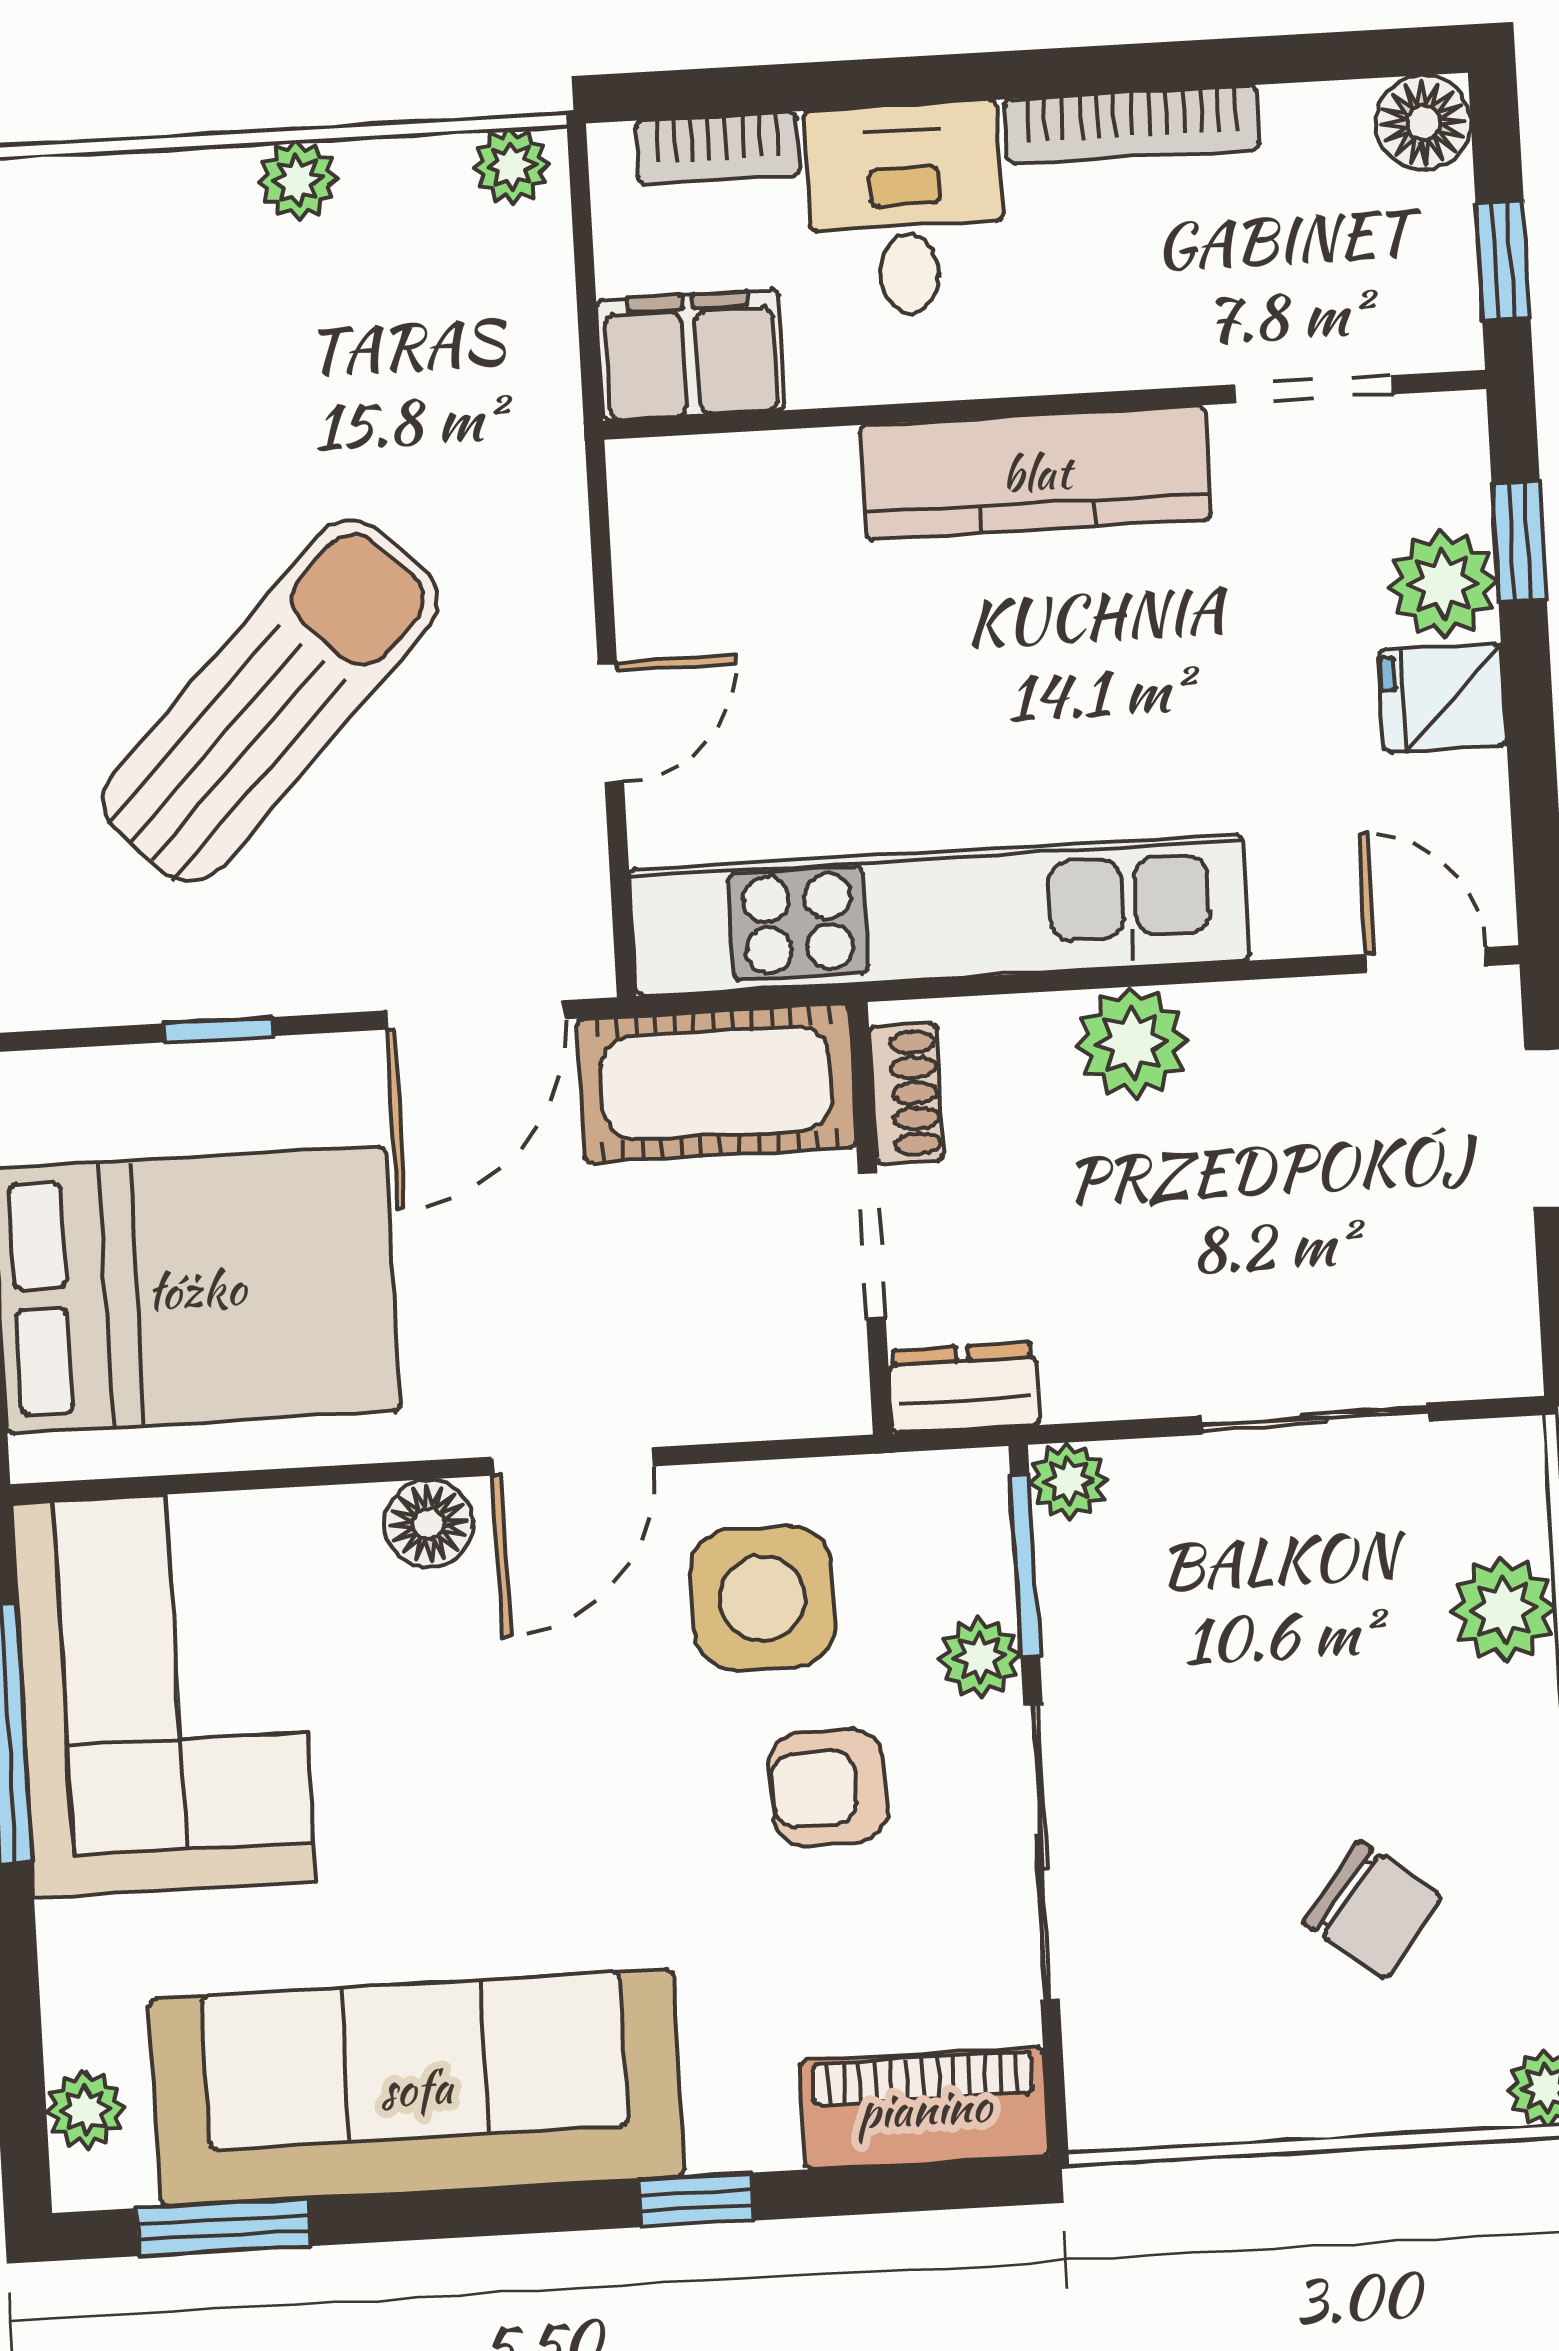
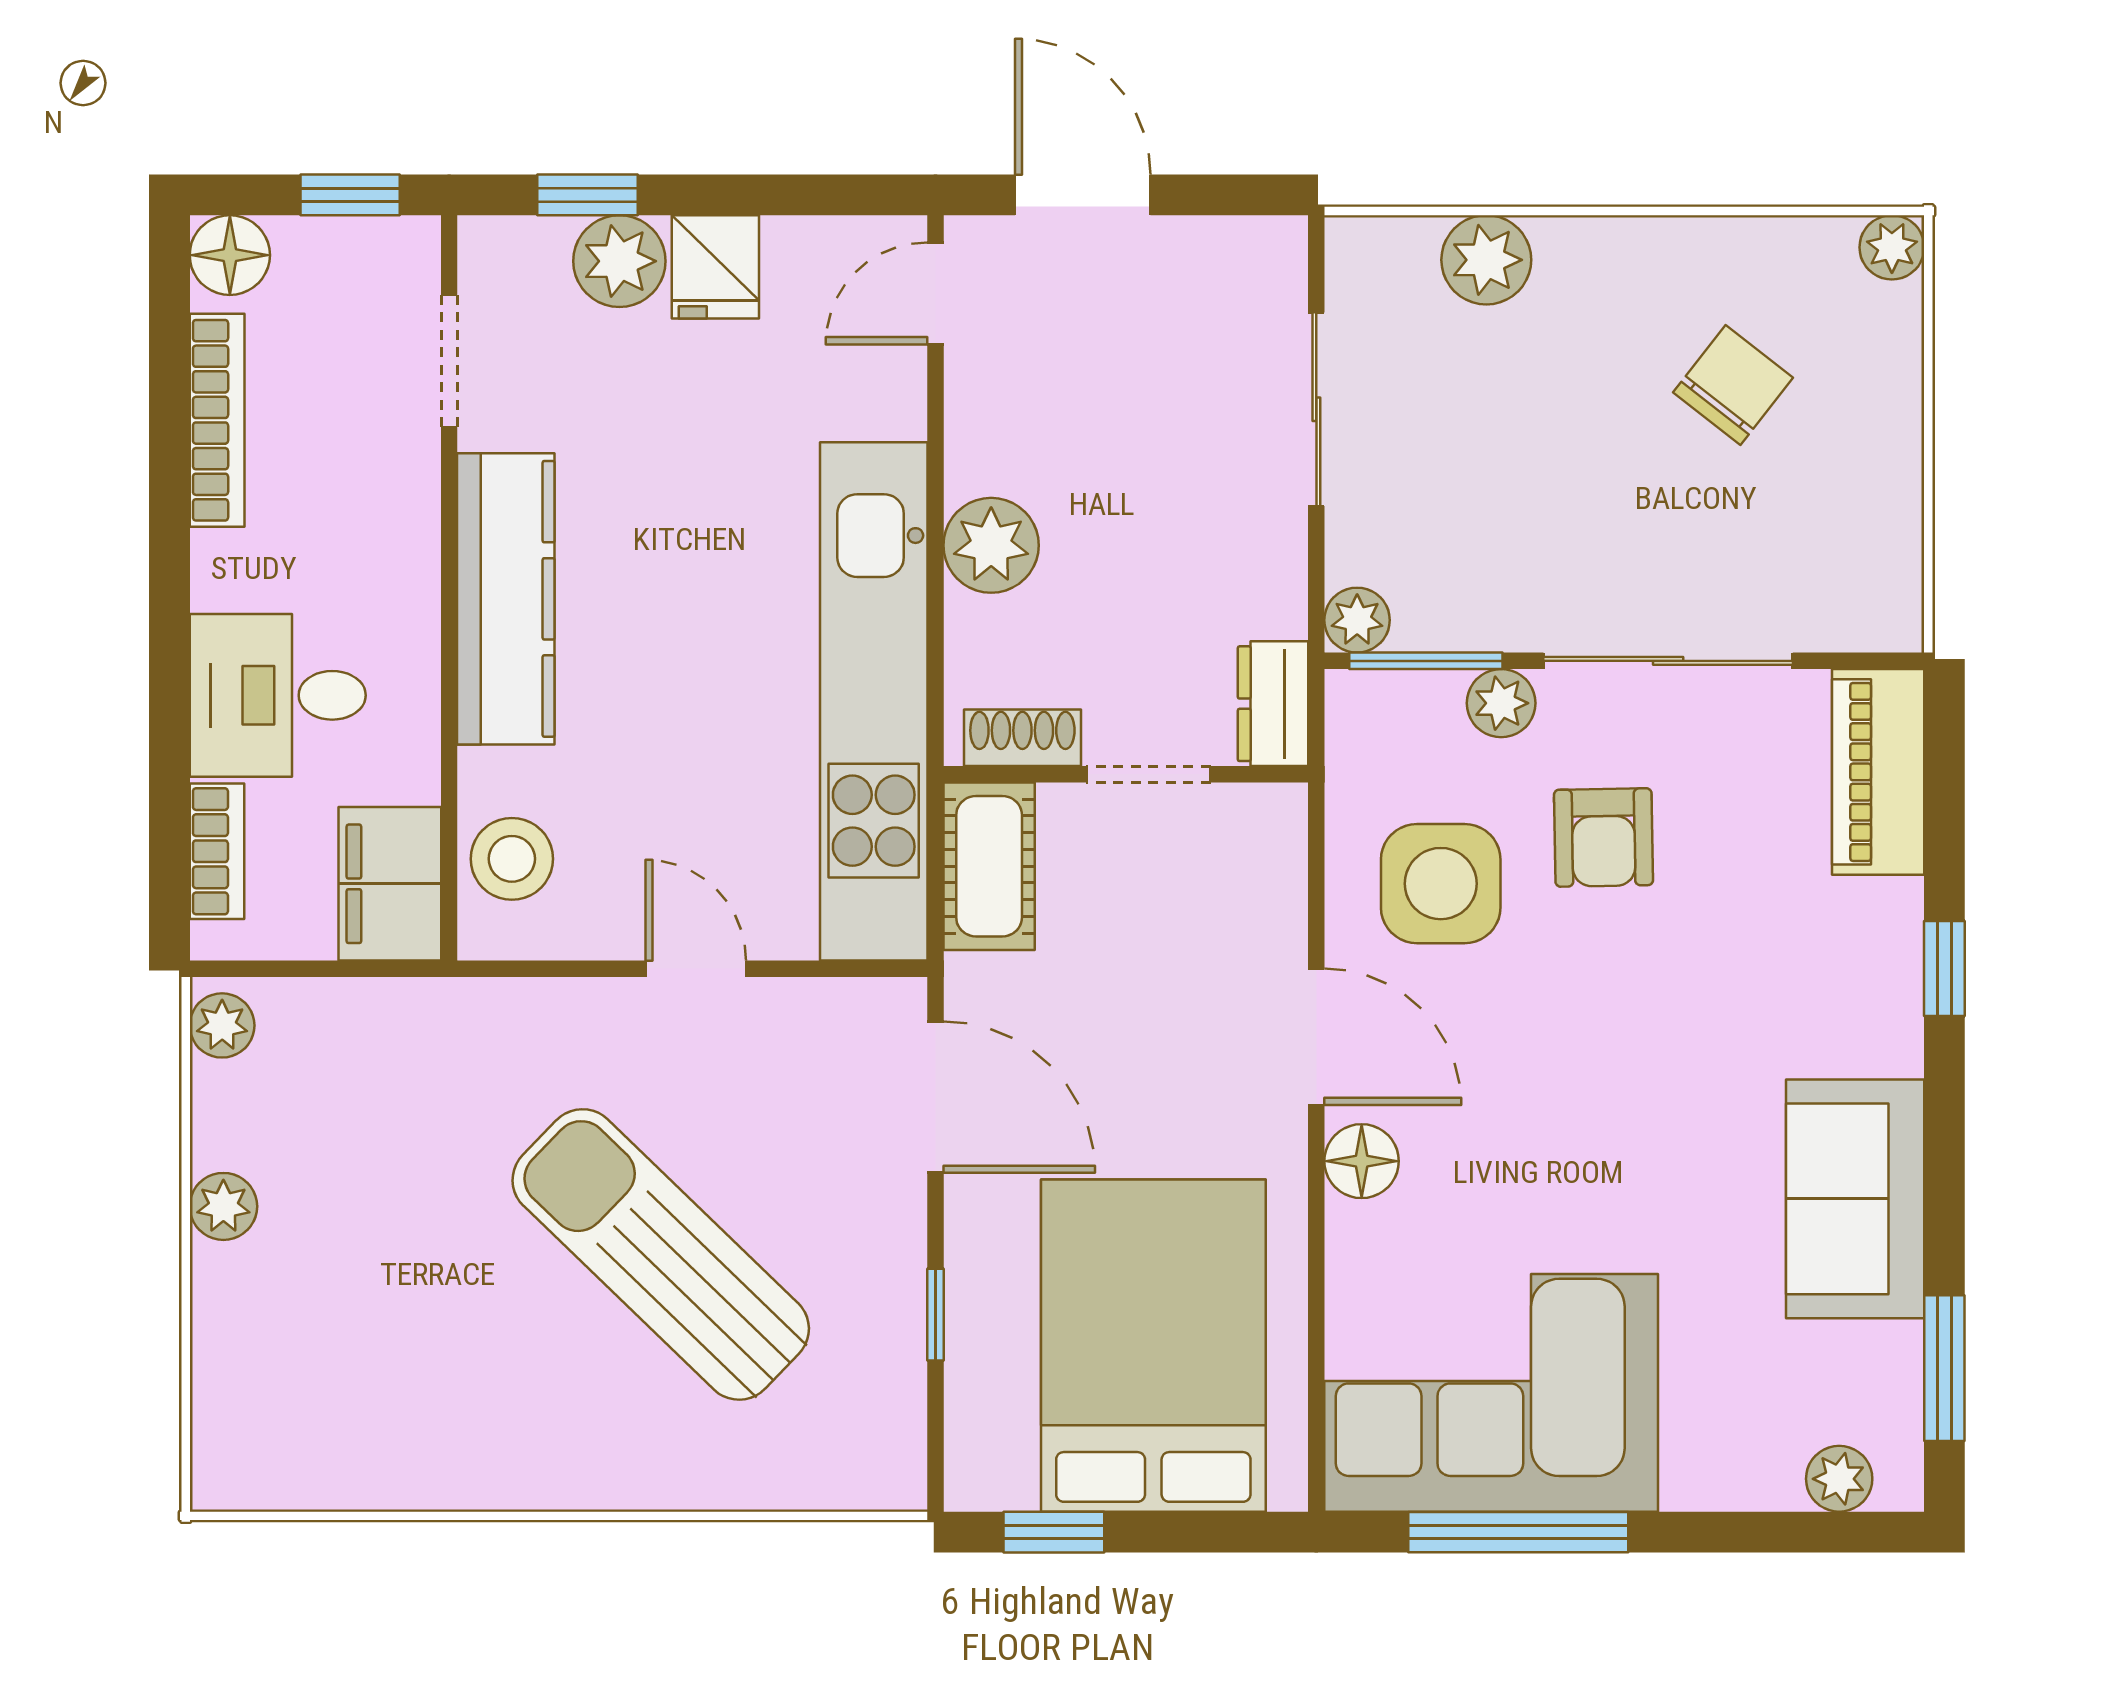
bookcase: (1132, 124) -> (217, 420), moved
stool: (728, 498) -> (512, 859), added
cot: (717, 1083) -> (989, 866), width x0.73, depth x0.75
sofa: (416, 2088) -> (1855, 1199), width x0.54, depth x0.79

